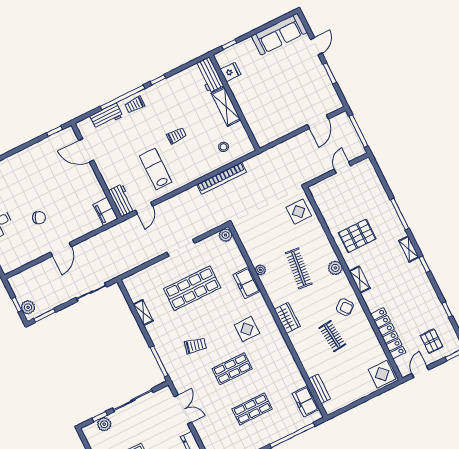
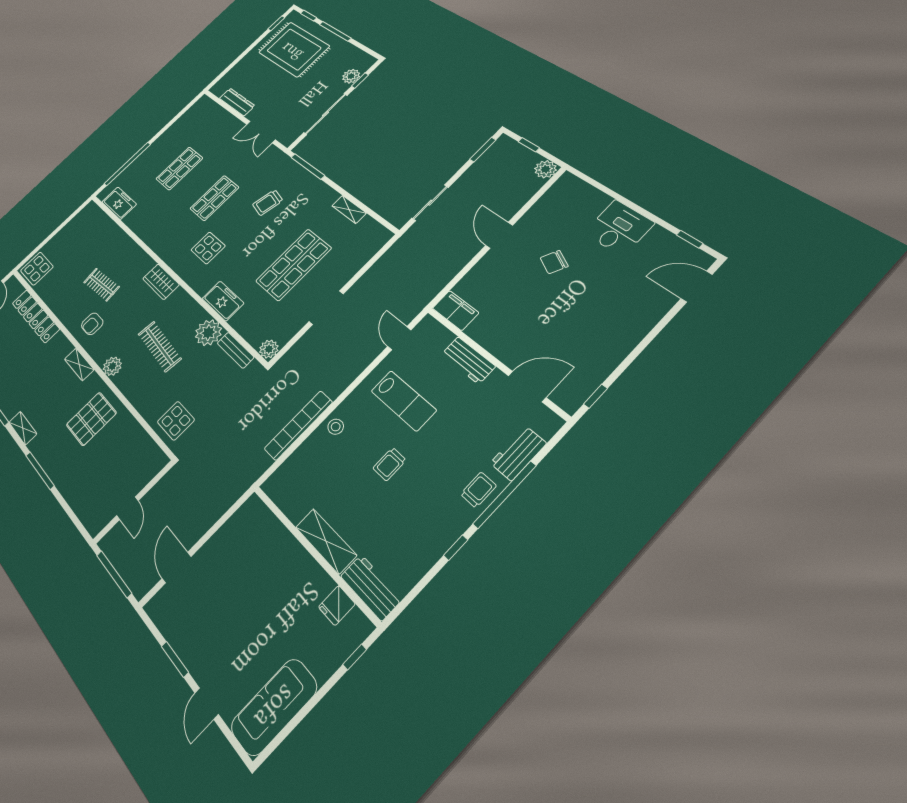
stool: (224, 147) -> (336, 427), moved
workbench: (122, 200) -> (468, 360), moved
plant: (260, 270) -> (208, 333), width x1.87, depth x1.87
plant: (28, 307) -> (546, 169), moved
armchair: (345, 307) -> (92, 324), turned -52
bench: (320, 389) -> (235, 350), moved

